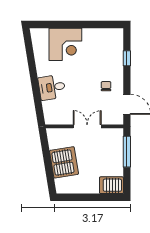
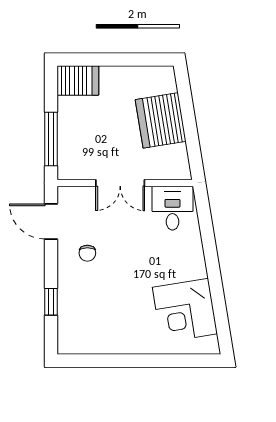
corner desk: (65, 44) -> (185, 311), moved, turned -99
desk: (52, 87) -> (172, 208), moved, turned -81

